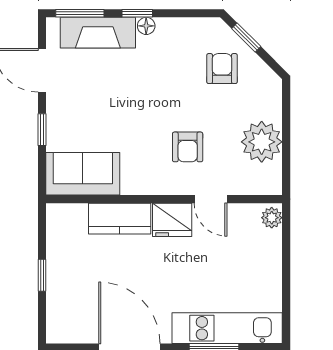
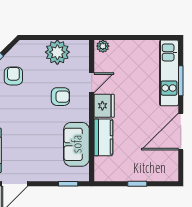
armchair: (222, 69) -> (13, 76), turned 90
window: (42, 130) -> (68, 184), moved
sofa: (83, 174) -> (76, 144), moved

